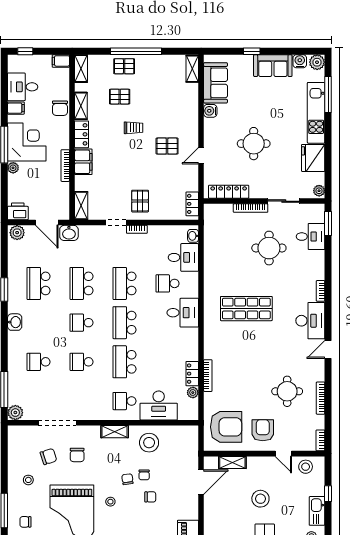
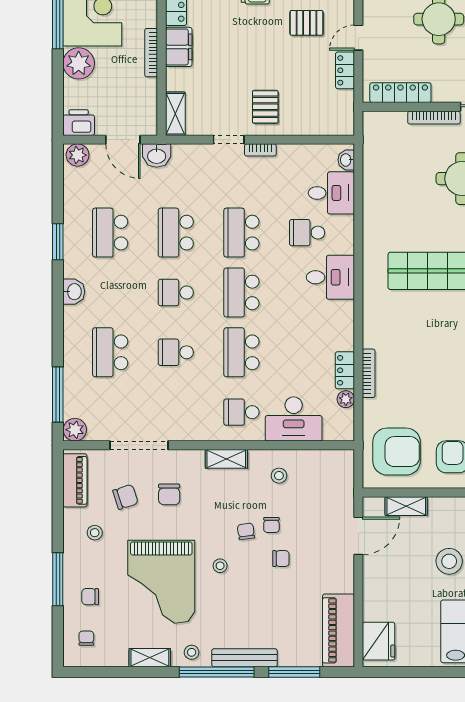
plant: (13, 168) -> (79, 63), width x1.87, depth x1.87
locker: (192, 204) -> (345, 70), moved
school desk: (38, 362) -> (110, 352), width x1.85
stool: (149, 443) -> (279, 476), width x0.53, depth x0.53
piano: (15, 446) -> (75, 480), added

